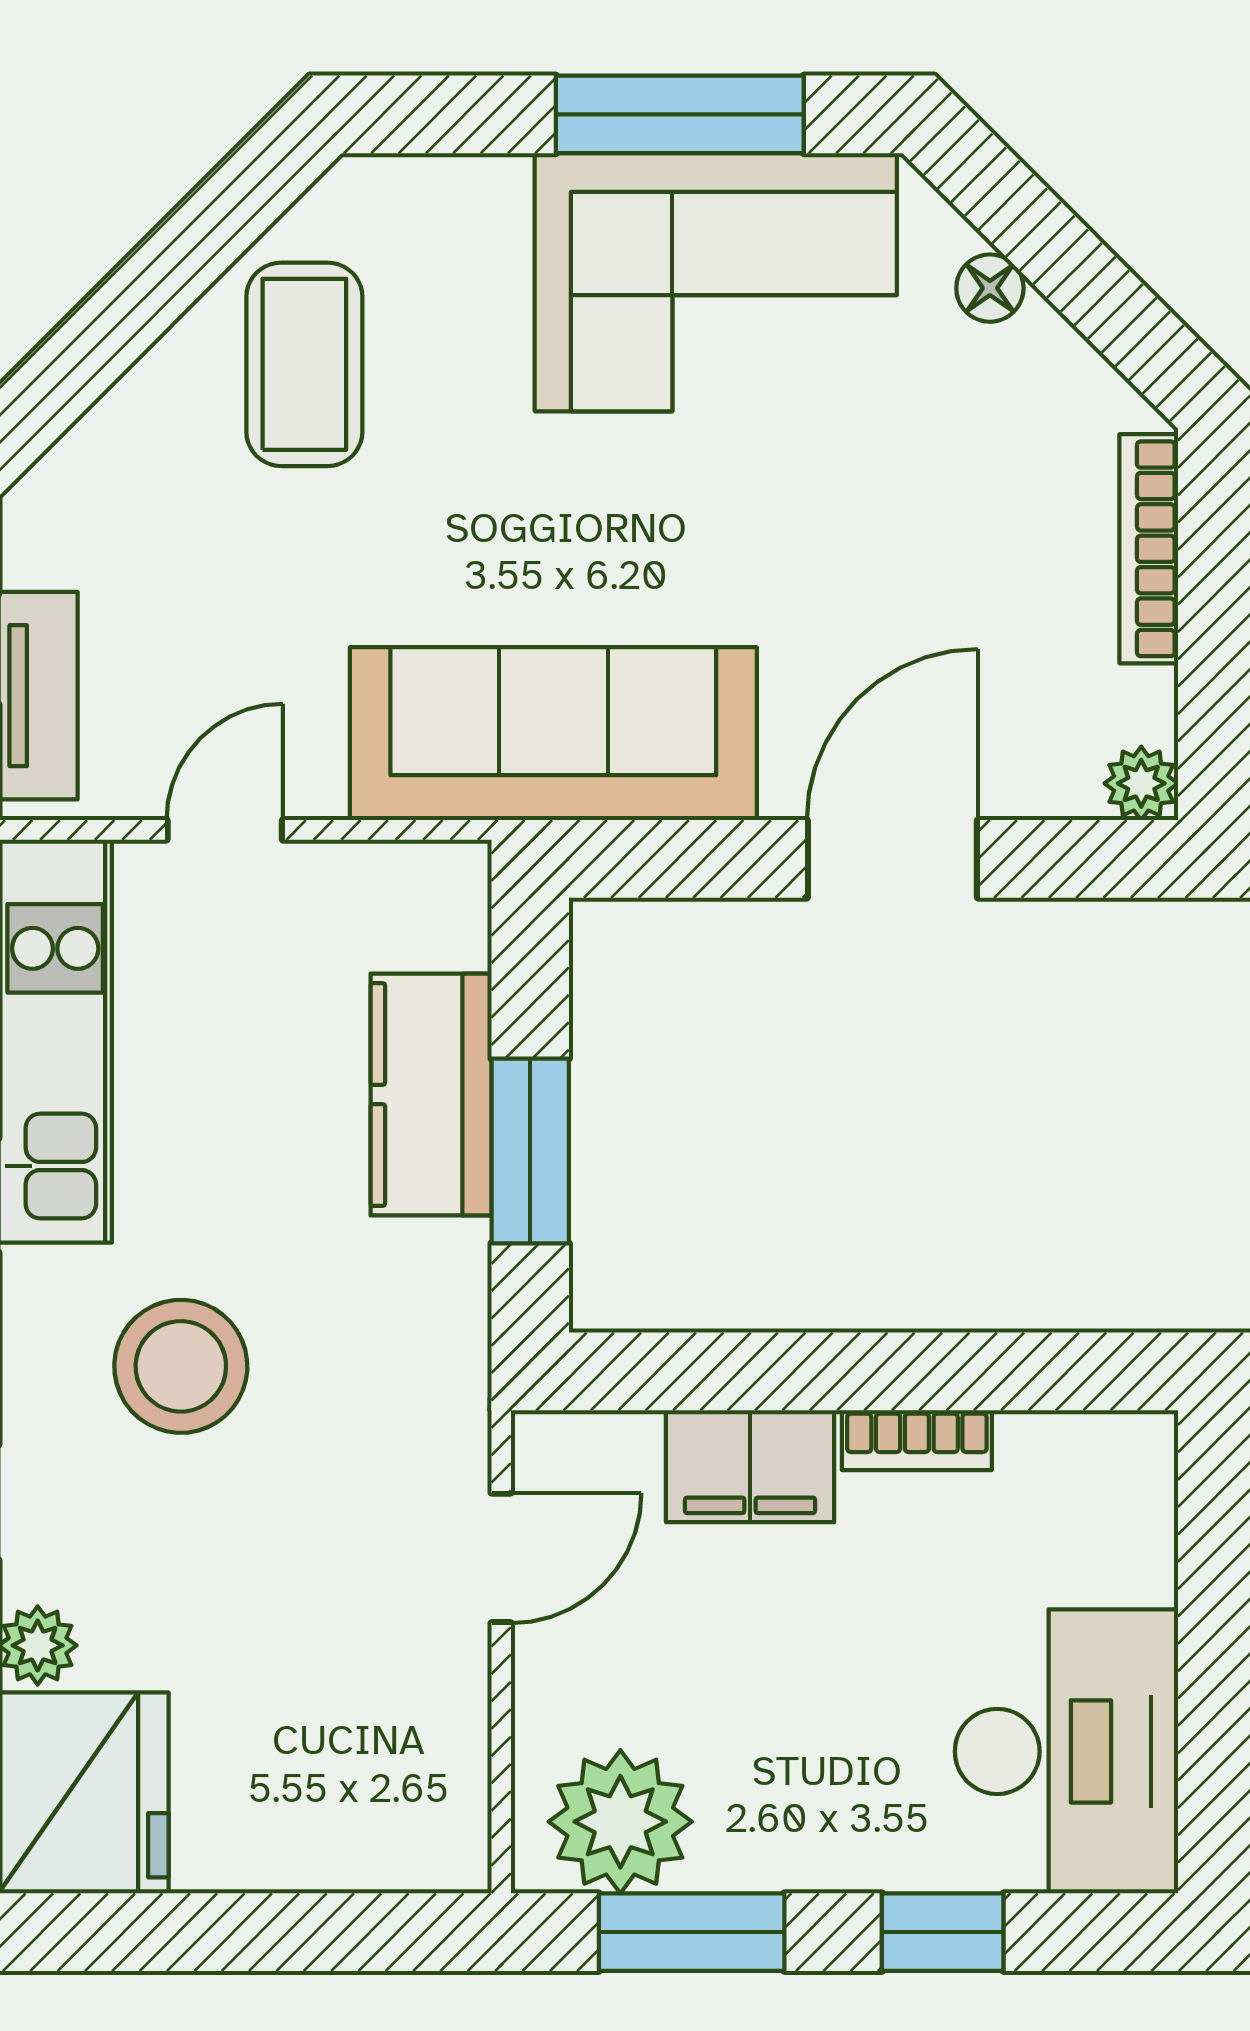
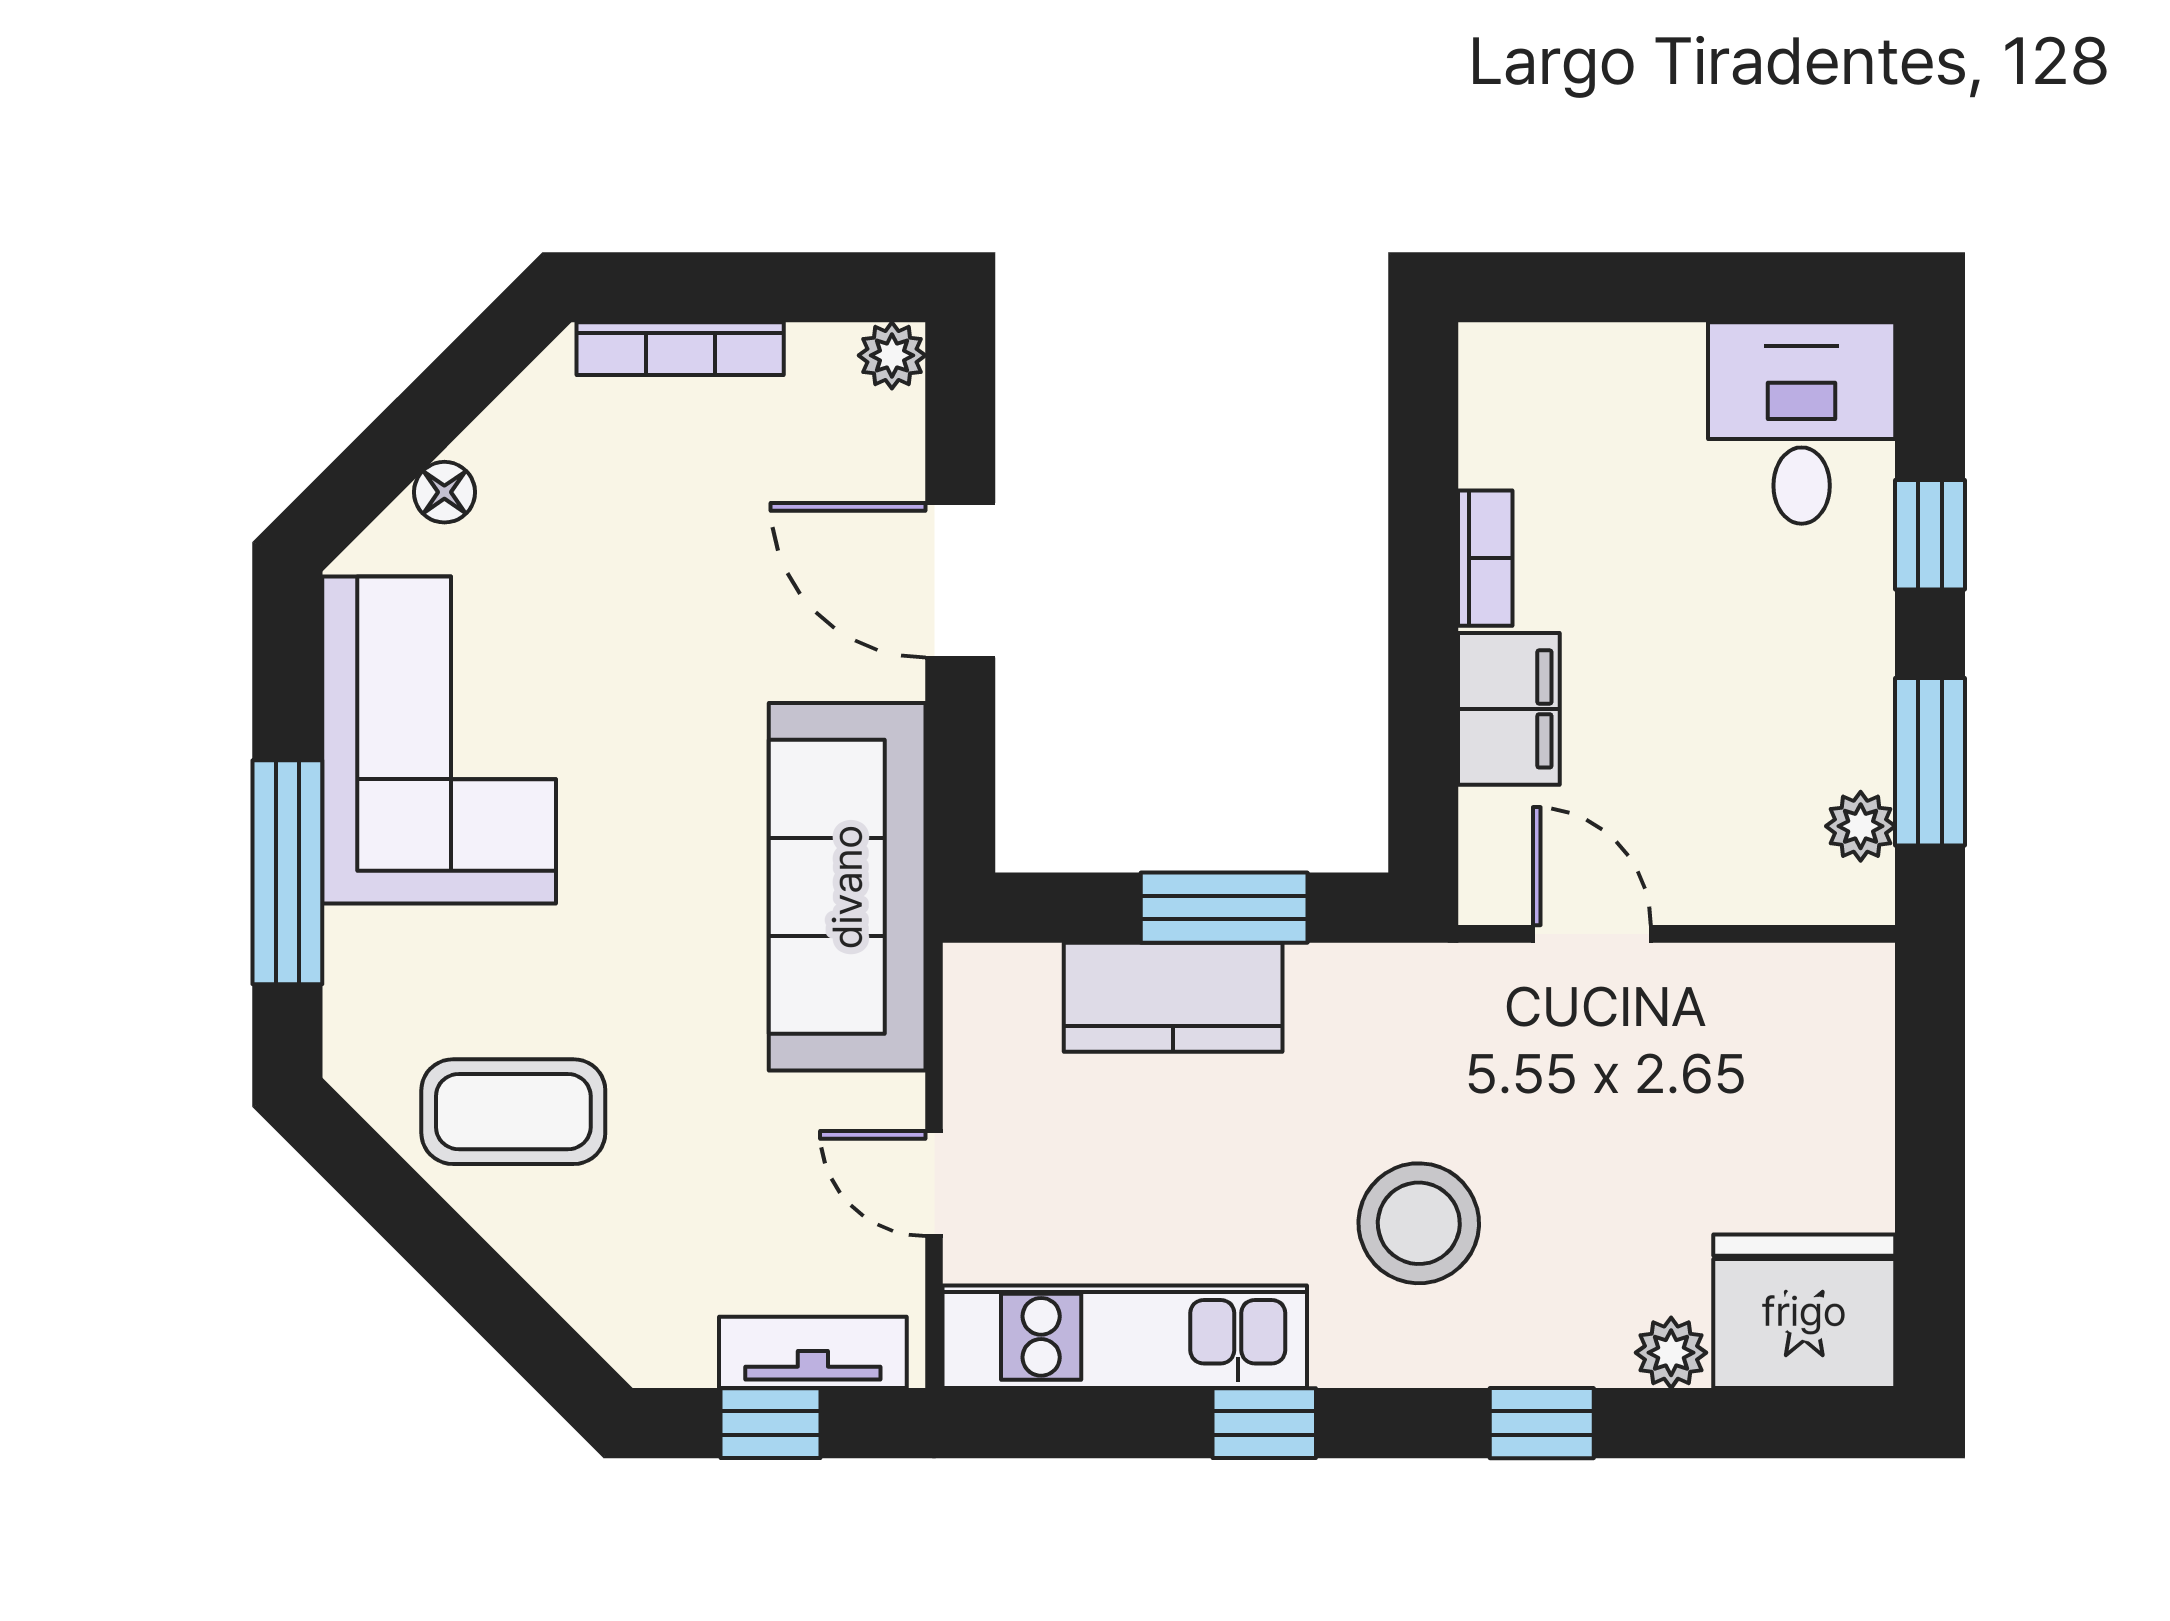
window: (680, 114) -> (287, 872), moved
desk: (1066, 1751) -> (1802, 423), width x0.73
plant: (620, 1822) -> (1861, 826), width x0.53, depth x0.53

